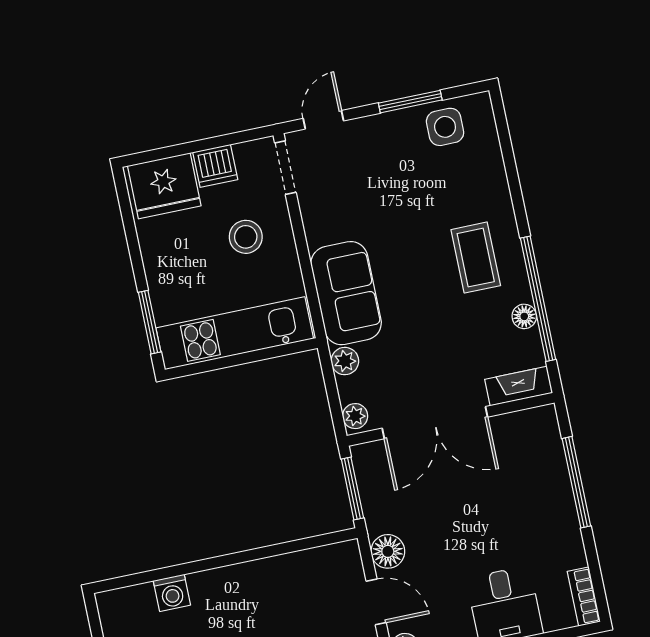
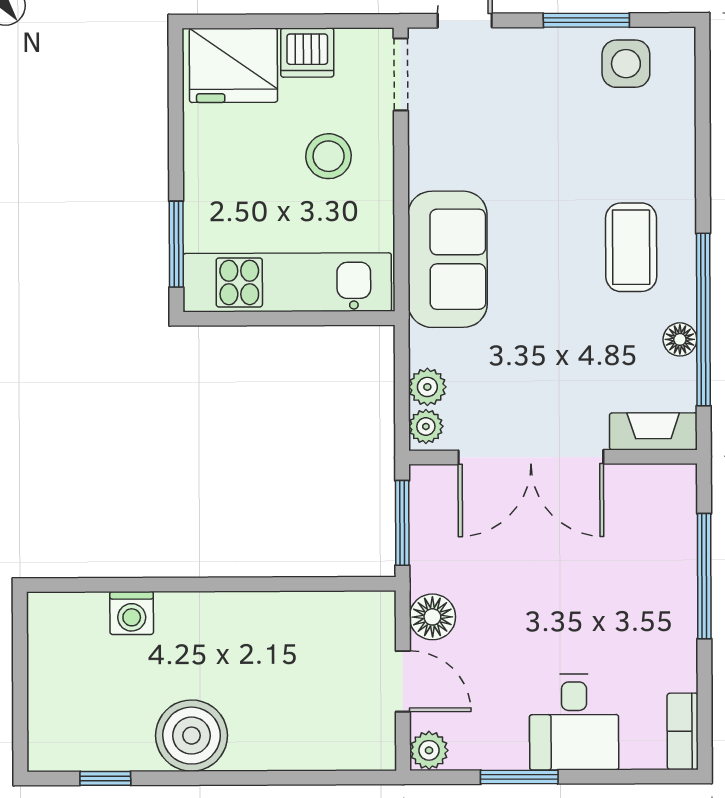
plant: (345, 361) -> (427, 387), moved

